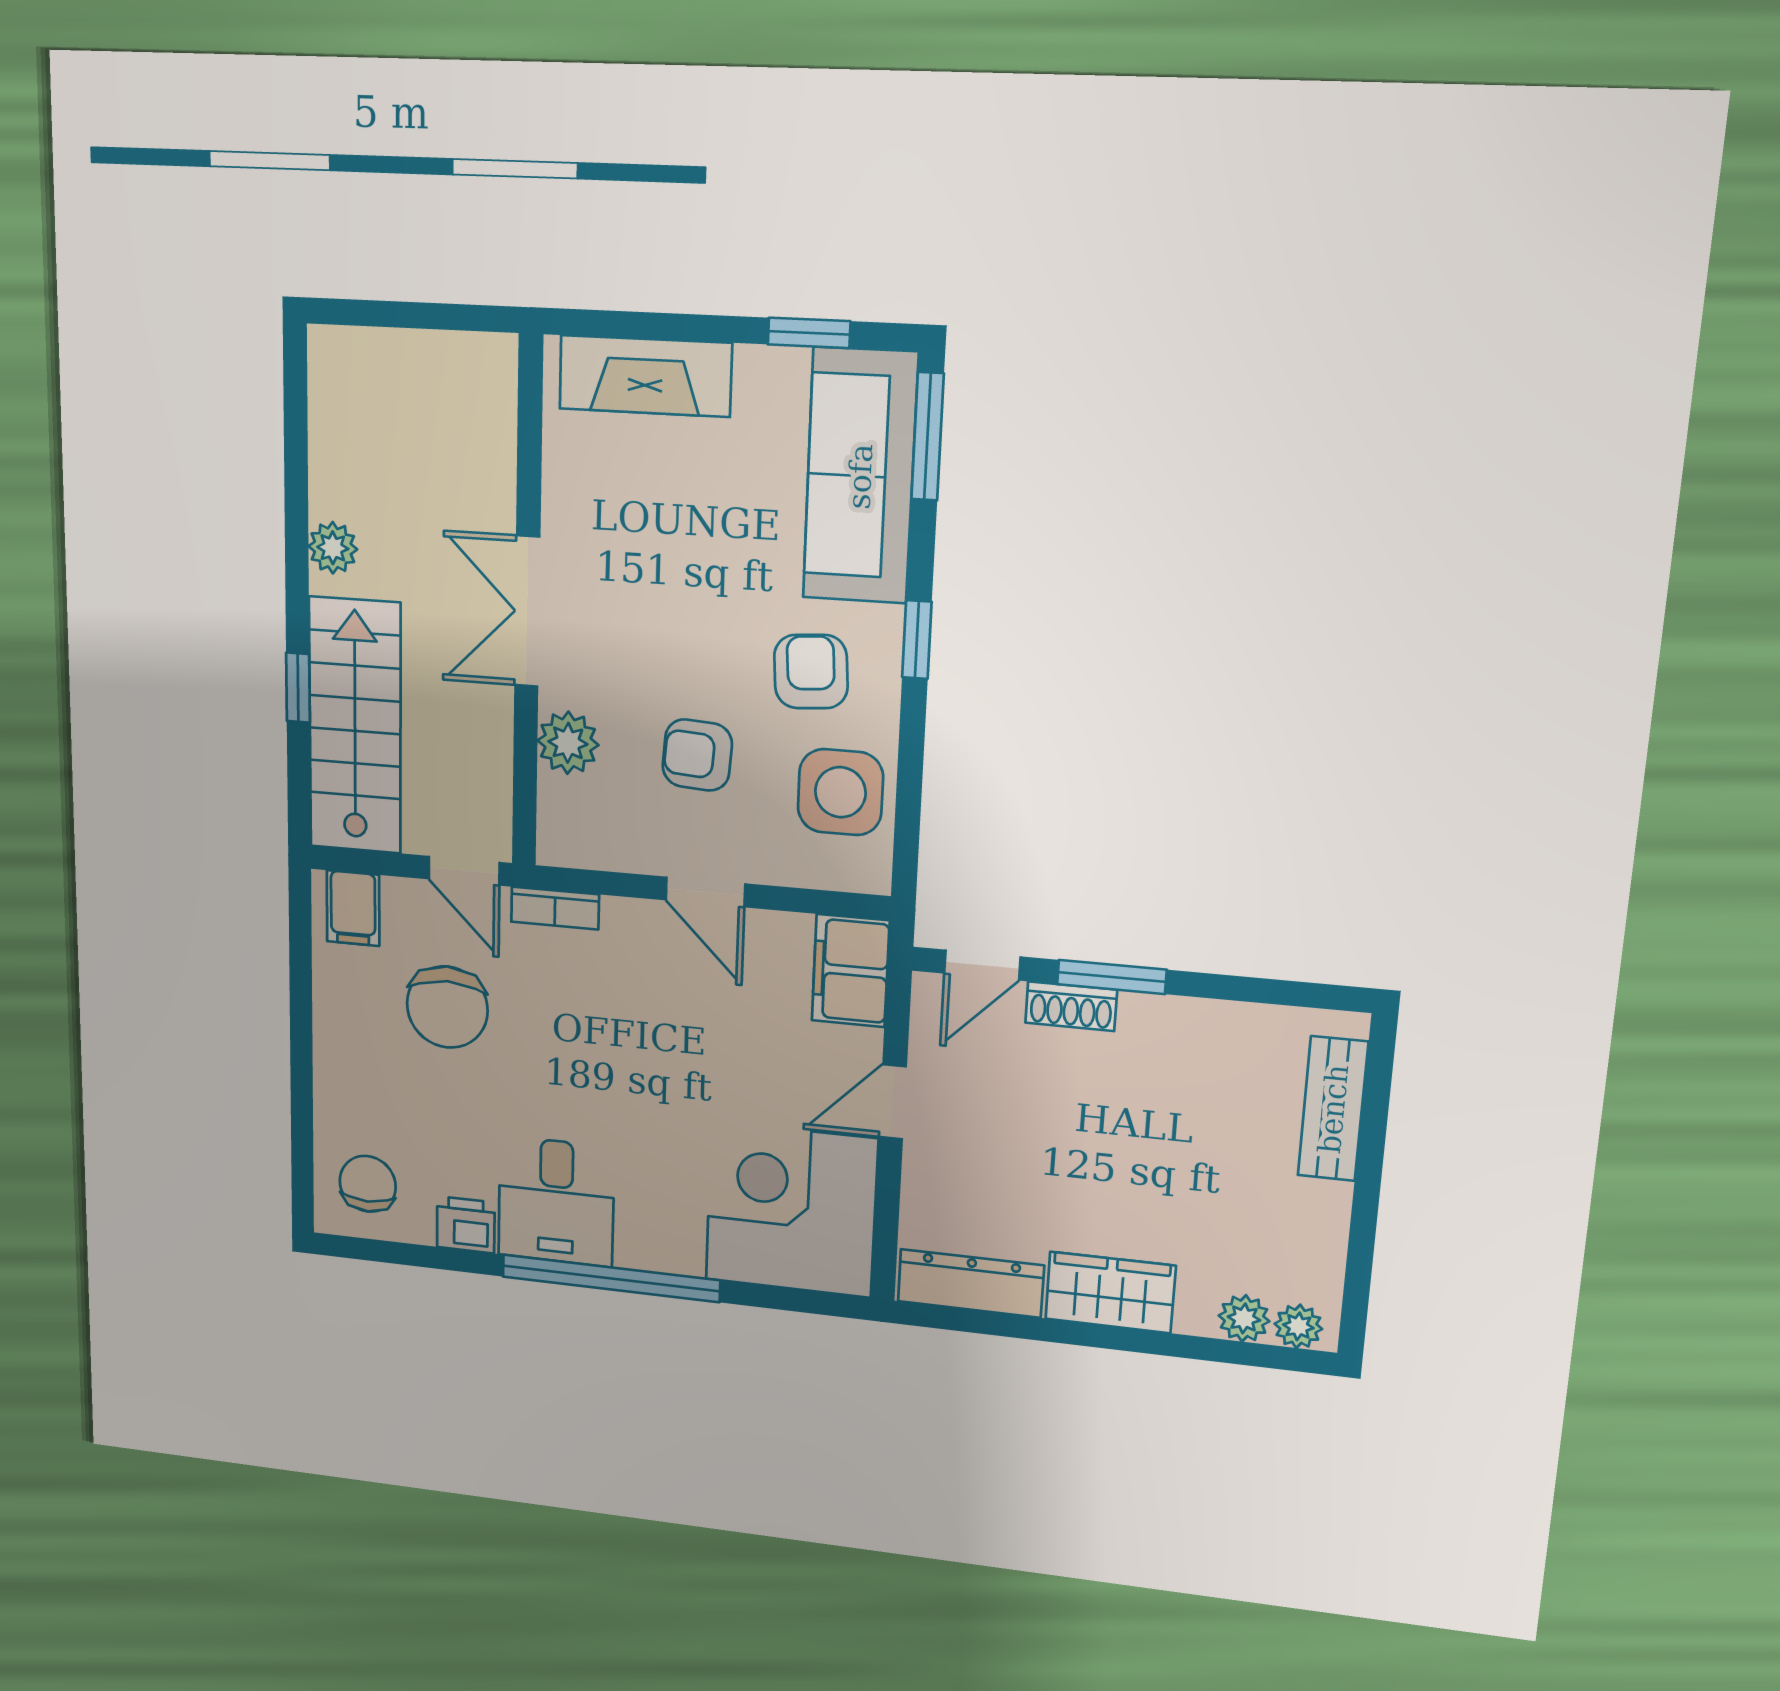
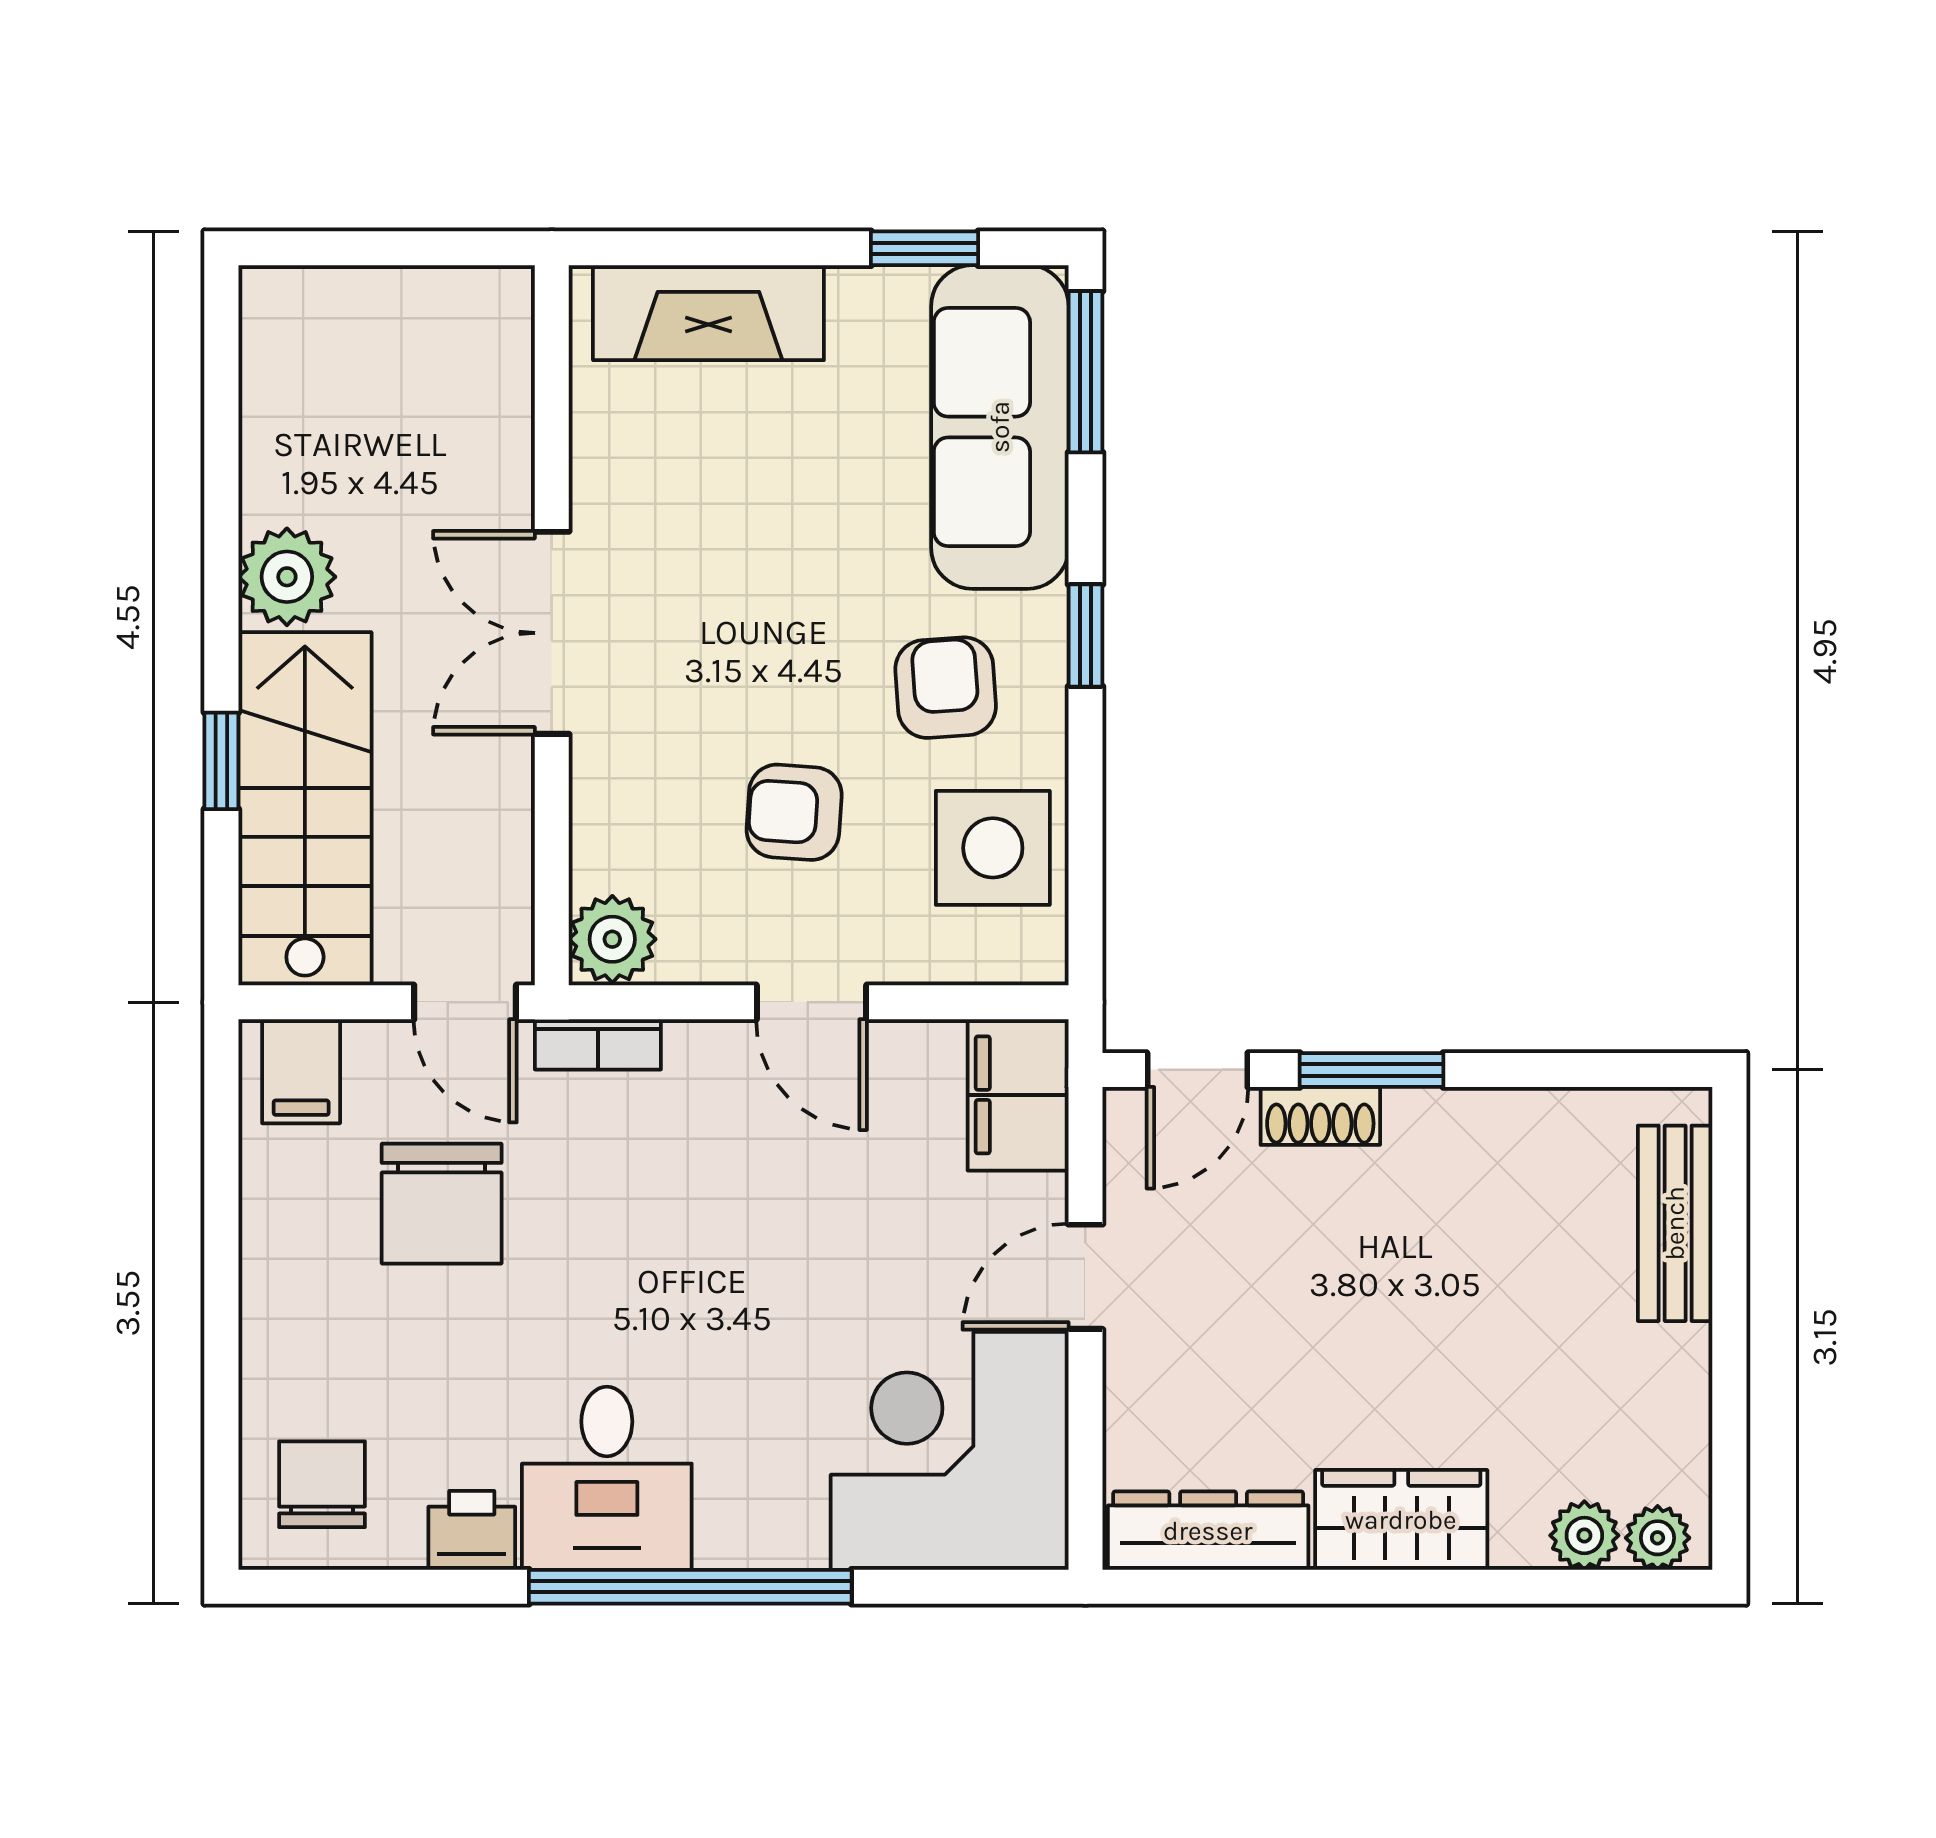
plant: (333, 548) -> (287, 577), width x1.38, depth x1.38
plant: (568, 743) -> (612, 939), moved

